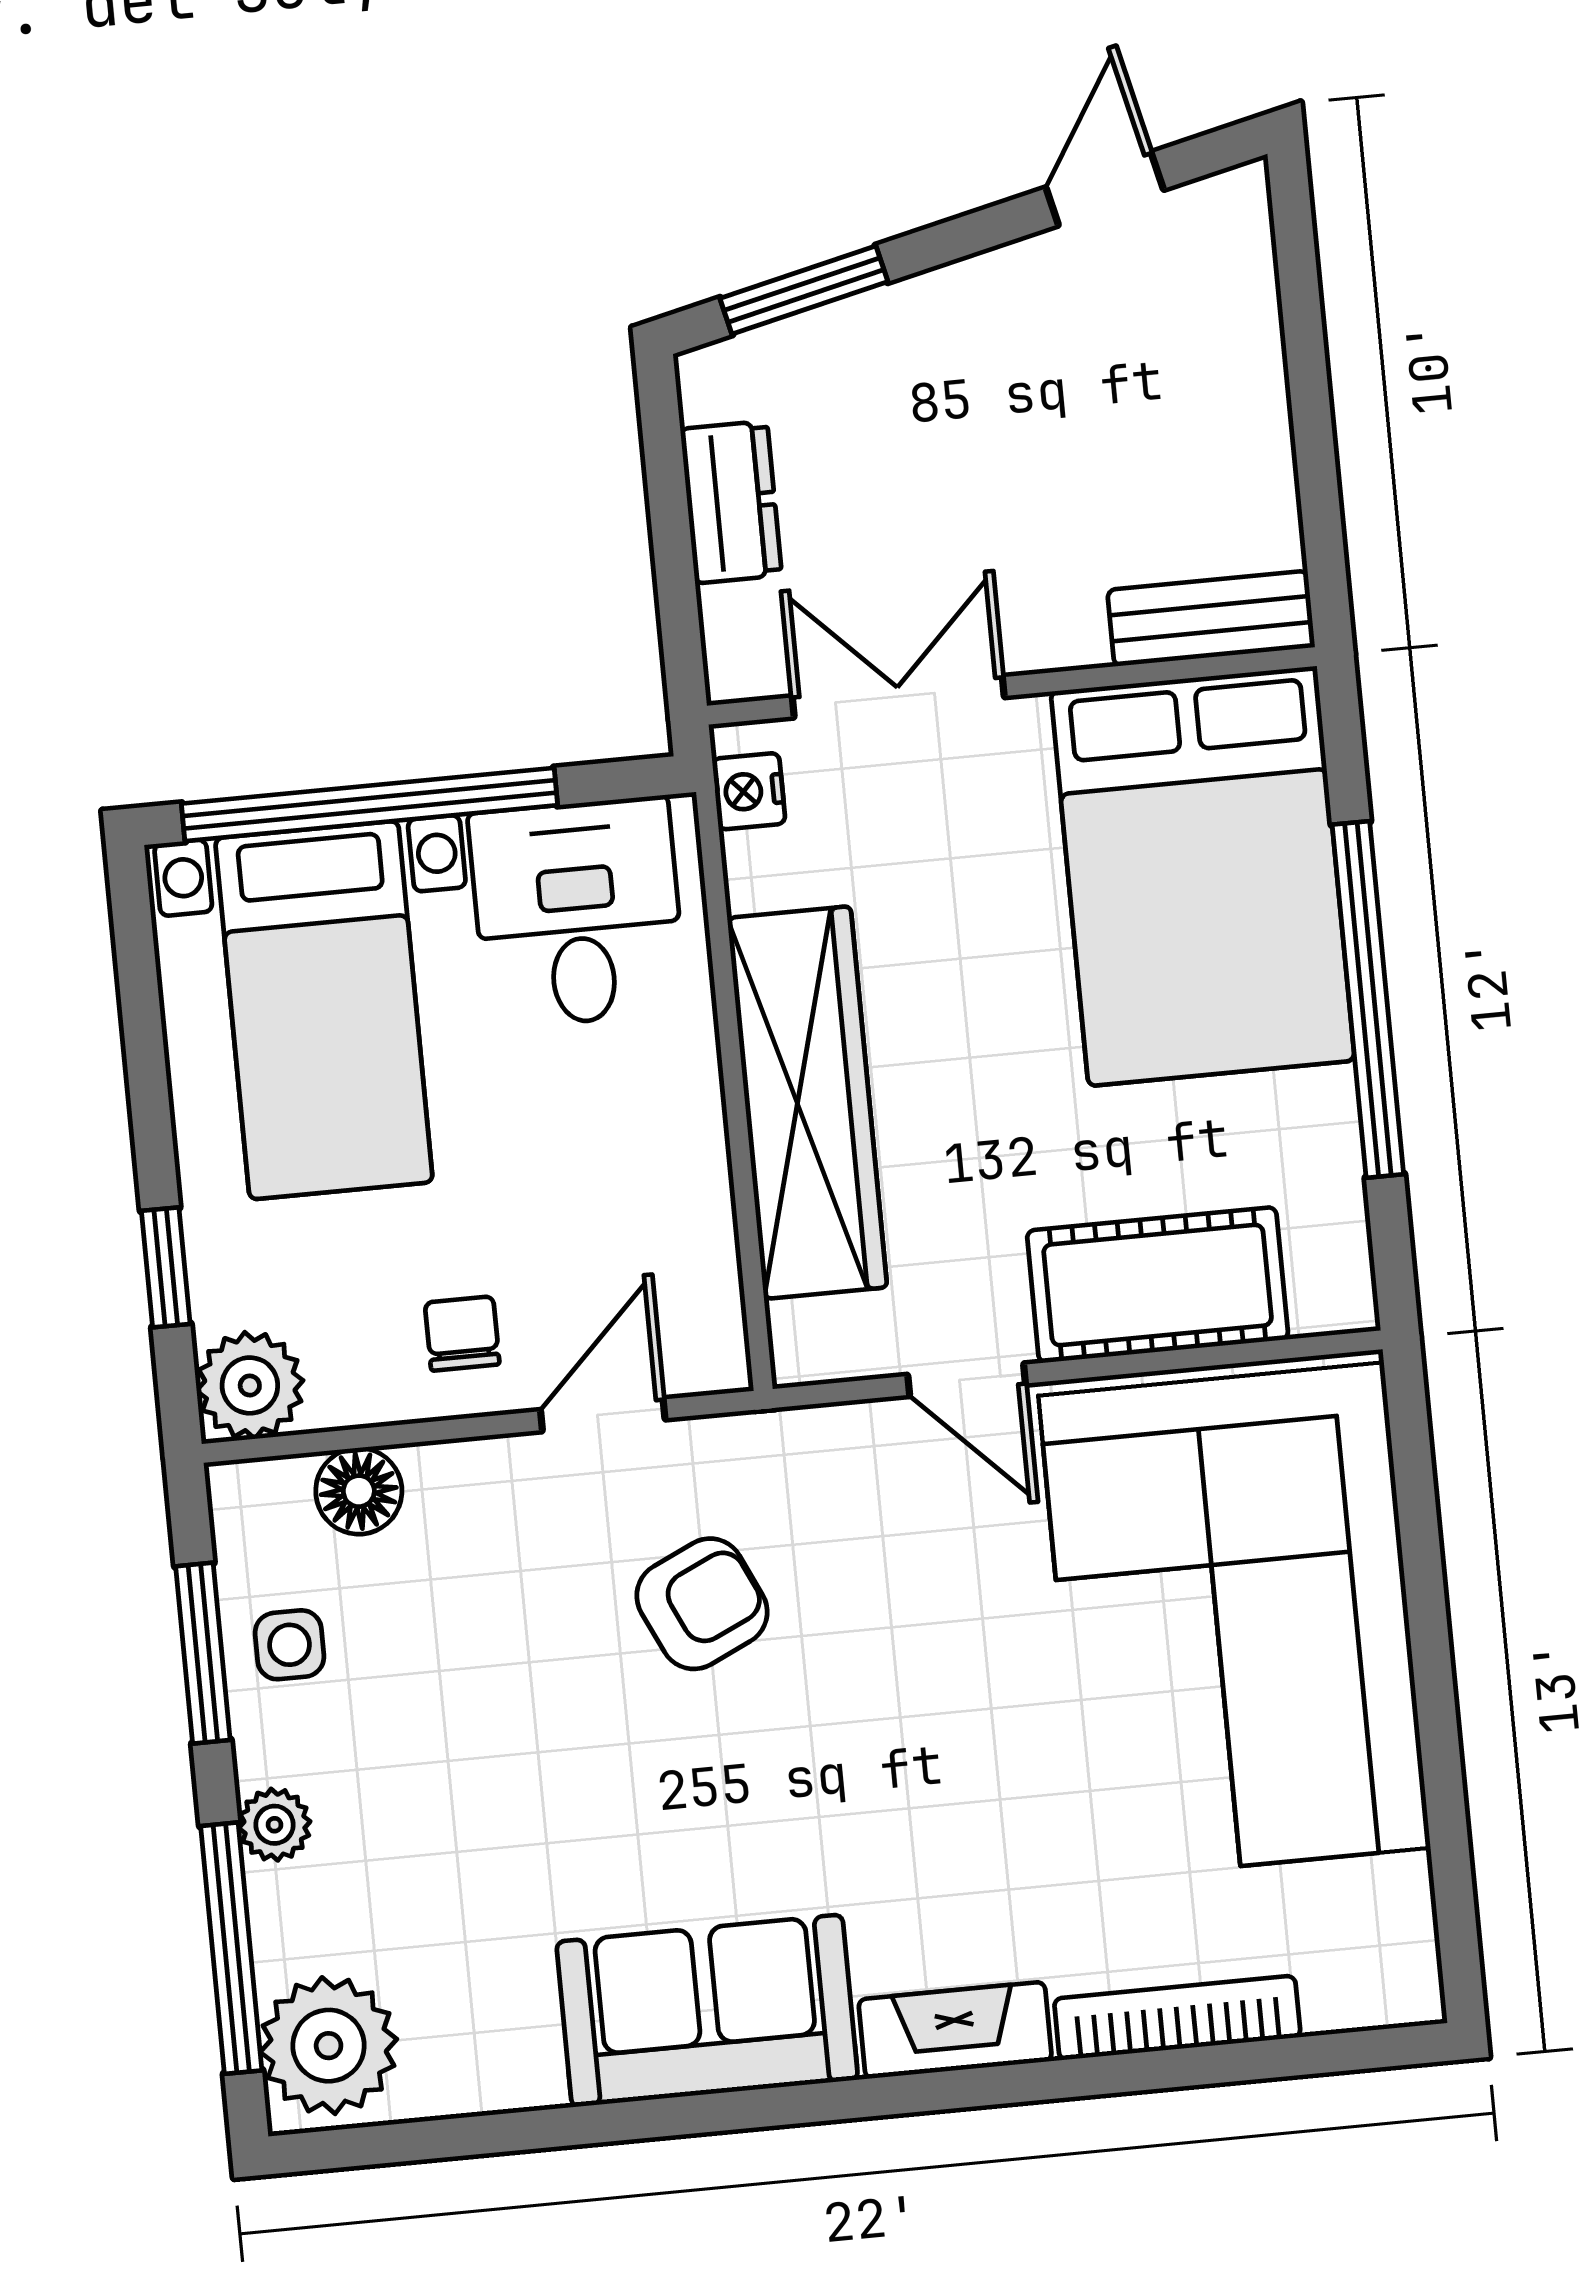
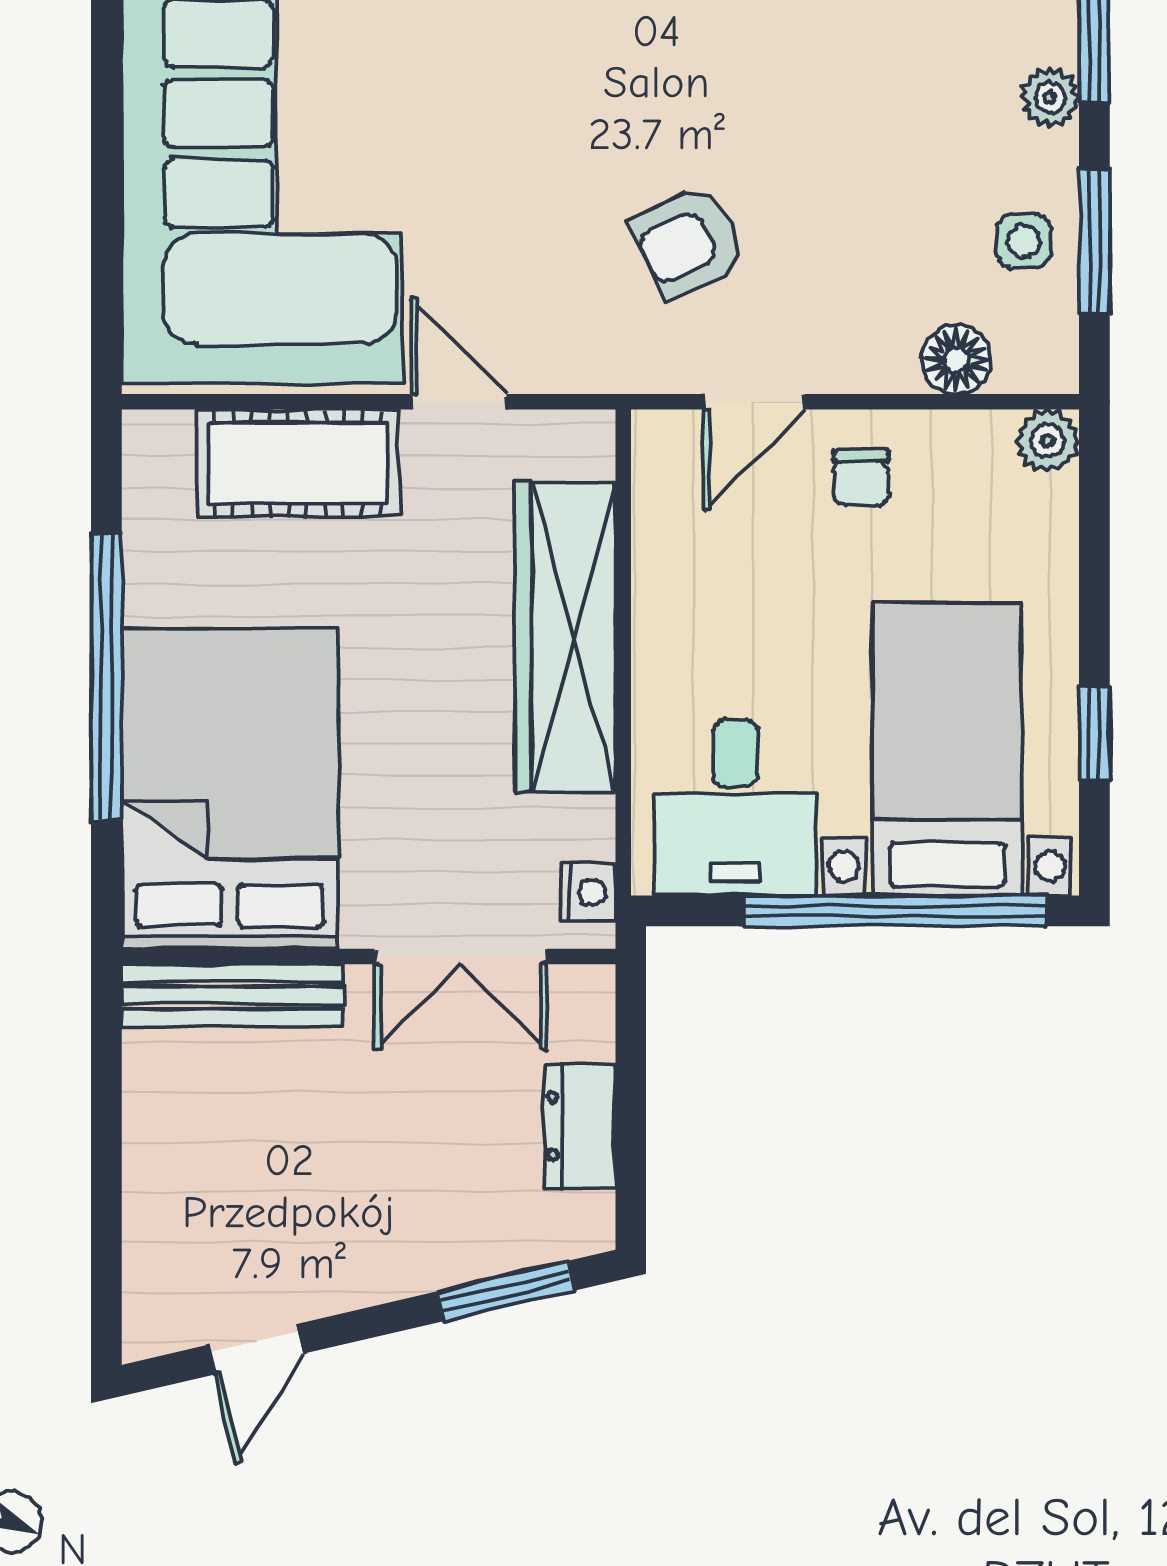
bench: (1211, 619) -> (233, 995), width x1.36
window: (166, 1267) -> (1094, 734), moved
plant: (250, 1385) -> (1048, 441), width x0.73, depth x0.73

